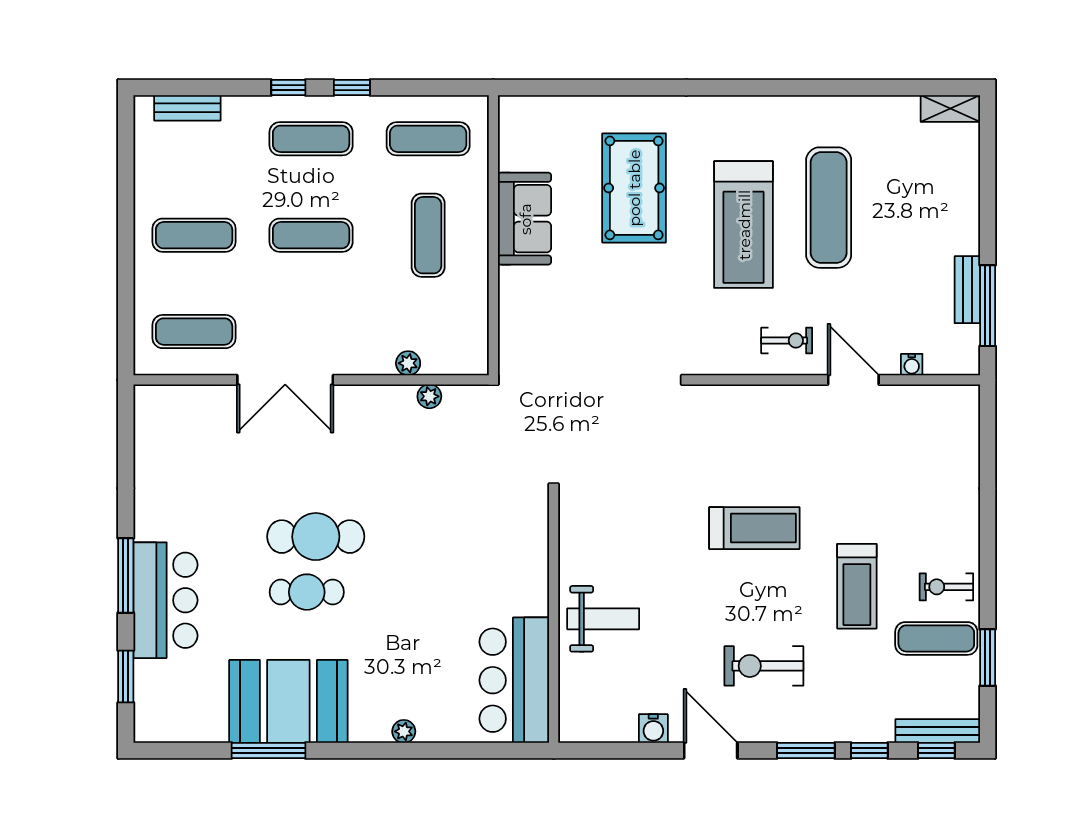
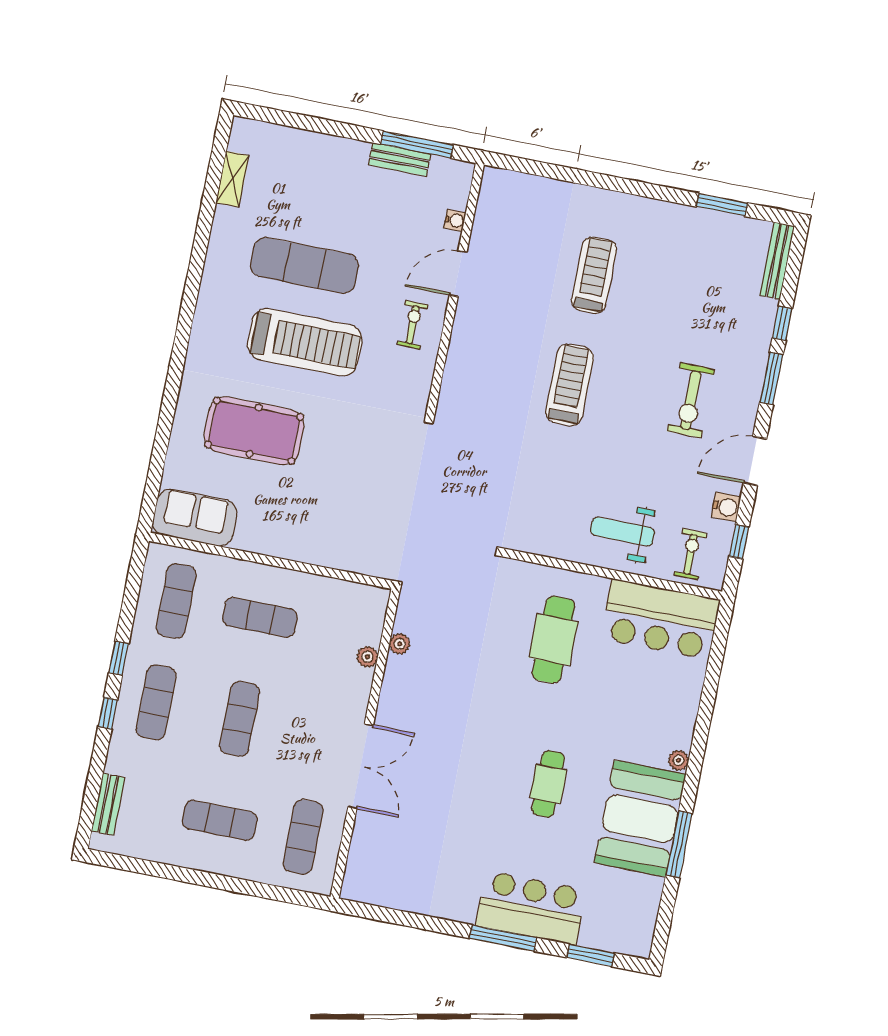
shelving: (950, 108) -> (232, 179), moved
sofa: (525, 219) -> (195, 518), moved
exercise mat: (194, 235) -> (220, 820), turned 90
cafe table: (316, 537) -> (553, 640), moved
treadmill: (857, 586) -> (594, 275), moved, turned -90
exercise bike: (946, 587) -> (690, 554), moved, turned 180
weight bench: (603, 619) -> (622, 531), turned -90
exercise mat: (936, 638) -> (697, 246), removed
plant: (404, 731) -> (679, 760), moved
window: (936, 751) -> (739, 542), moved

